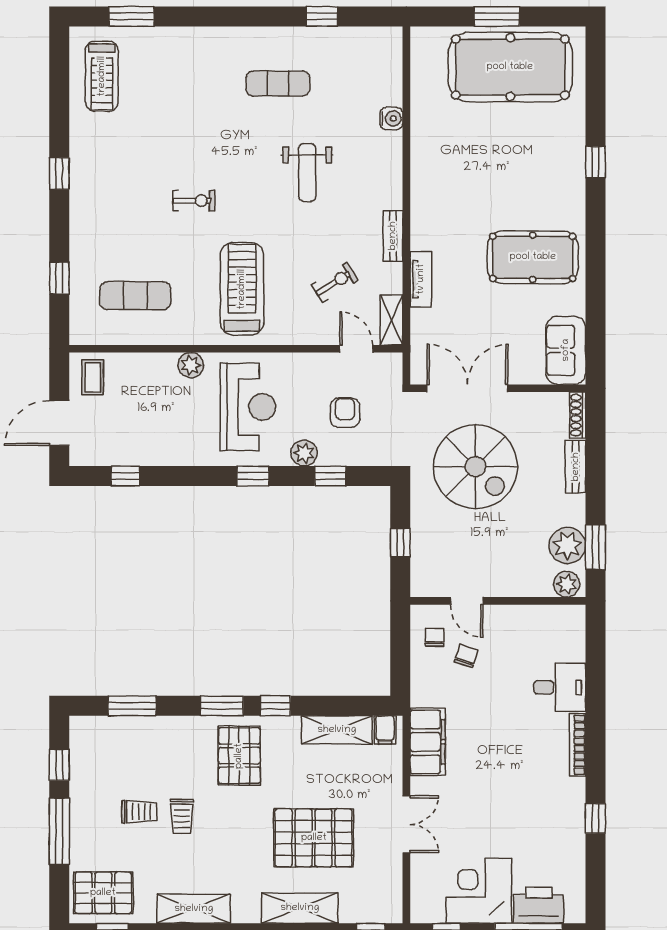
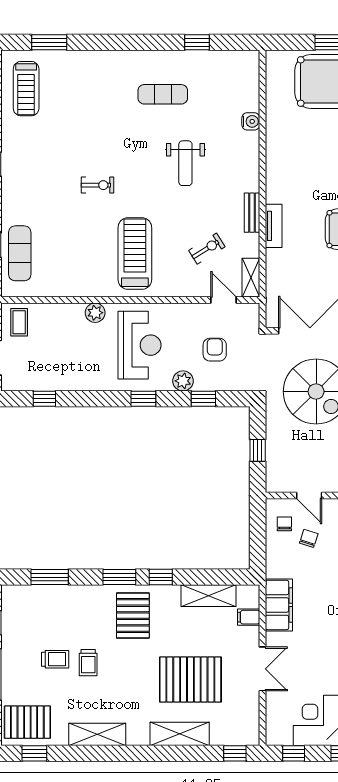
tv unit: (421, 279) -> (274, 226), moved
exercise mat: (135, 296) -> (20, 253), moved, turned 90
filing cabinet: (385, 730) -> (249, 617), moved, turned 90

